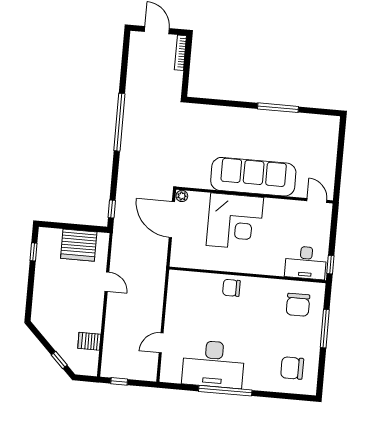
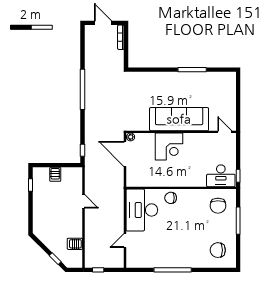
corner desk: (235, 221) -> (169, 147), width x0.74, depth x0.74
server rack: (79, 245) -> (55, 174), width x0.46, depth x0.70
desk: (213, 364) -> (142, 210), moved, turned 90

